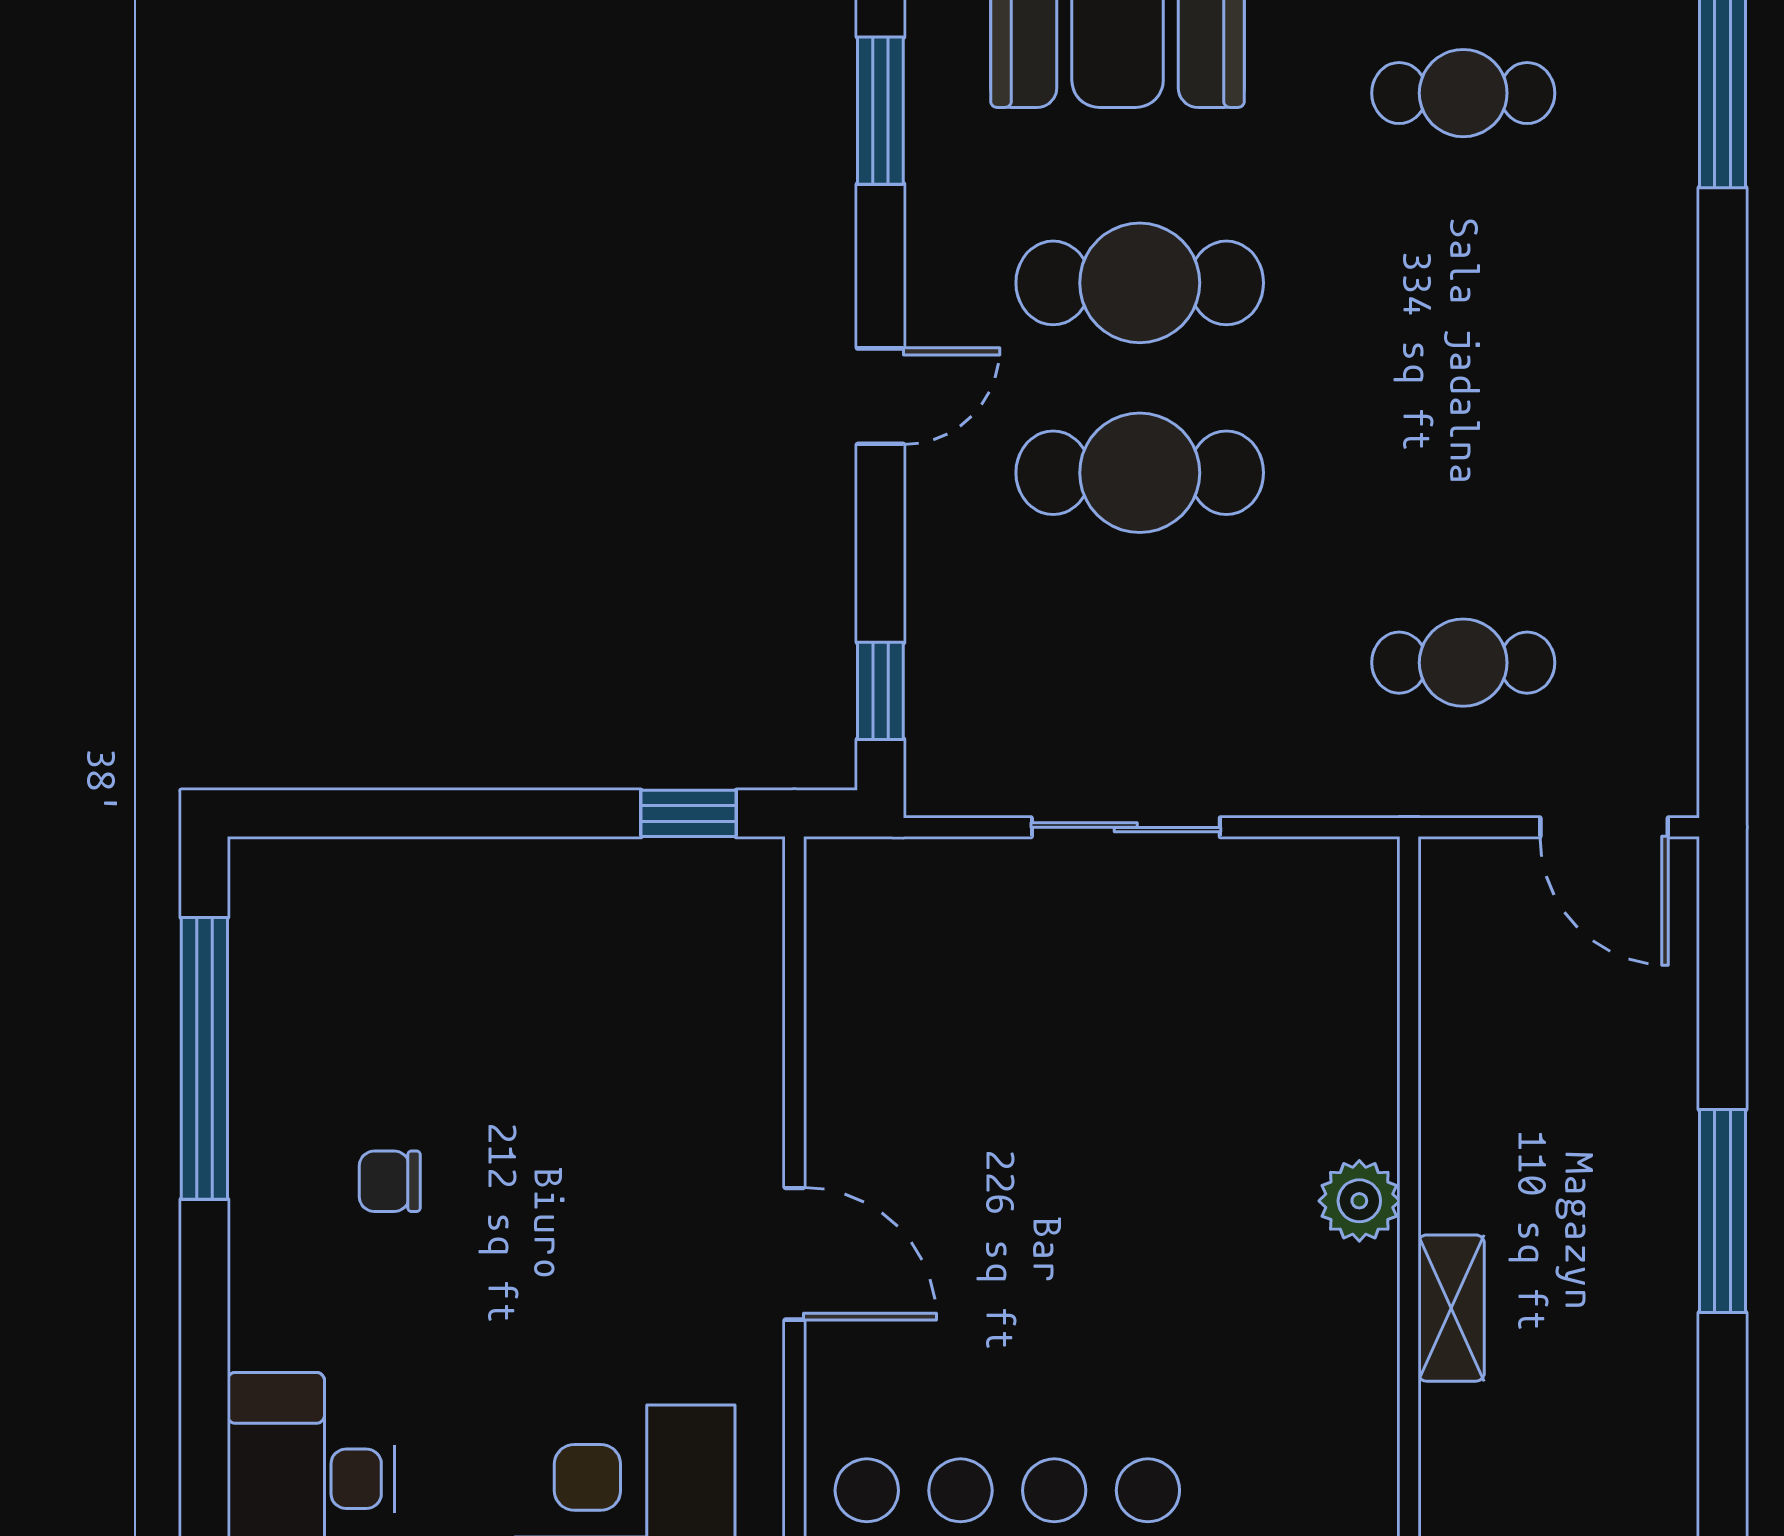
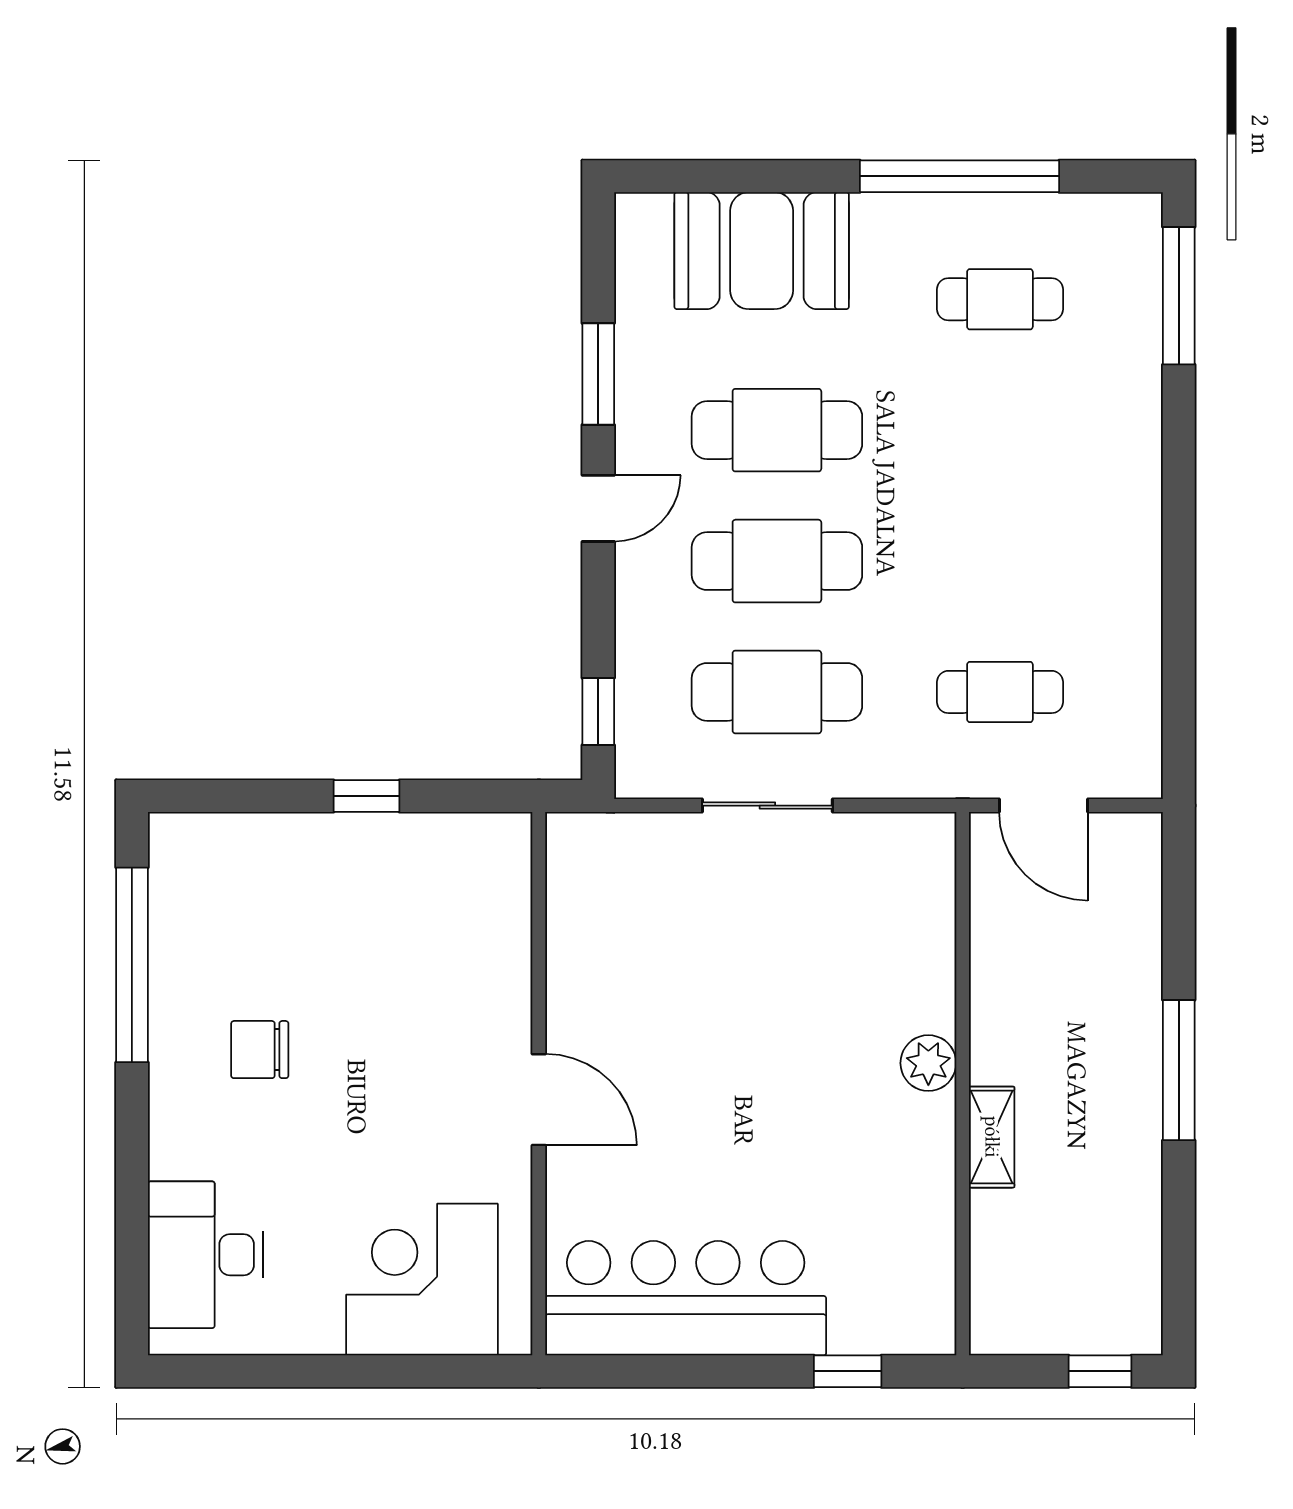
window: (880, 111) -> (598, 374), moved
cafe table: (1140, 663) -> (777, 692), added
window: (689, 813) -> (366, 796), moved
door: (1604, 827) -> (1043, 806), moved
chair: (390, 1181) -> (260, 1050), width x1.37, depth x1.37

